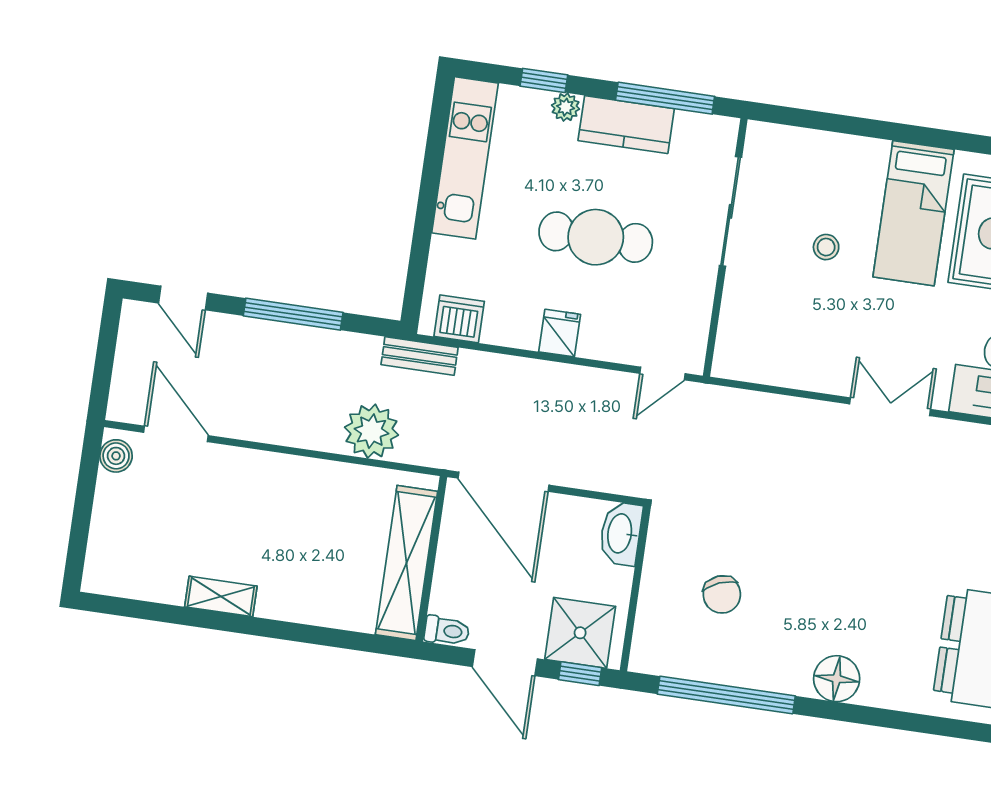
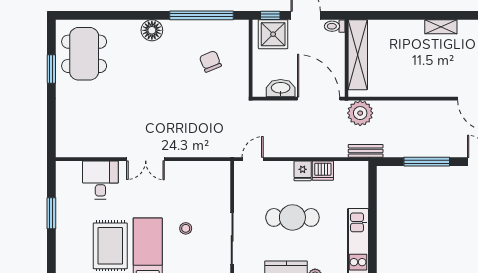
dishwasher: (459, 319) -> (323, 171), moved
plant: (371, 431) -> (360, 113), moved
washbasin: (621, 534) -> (281, 88), moved, turned -90

